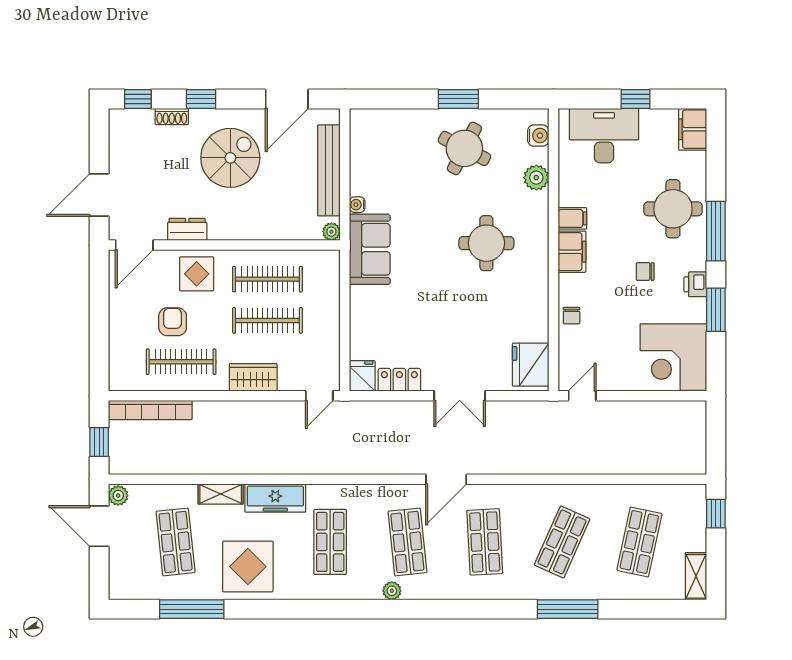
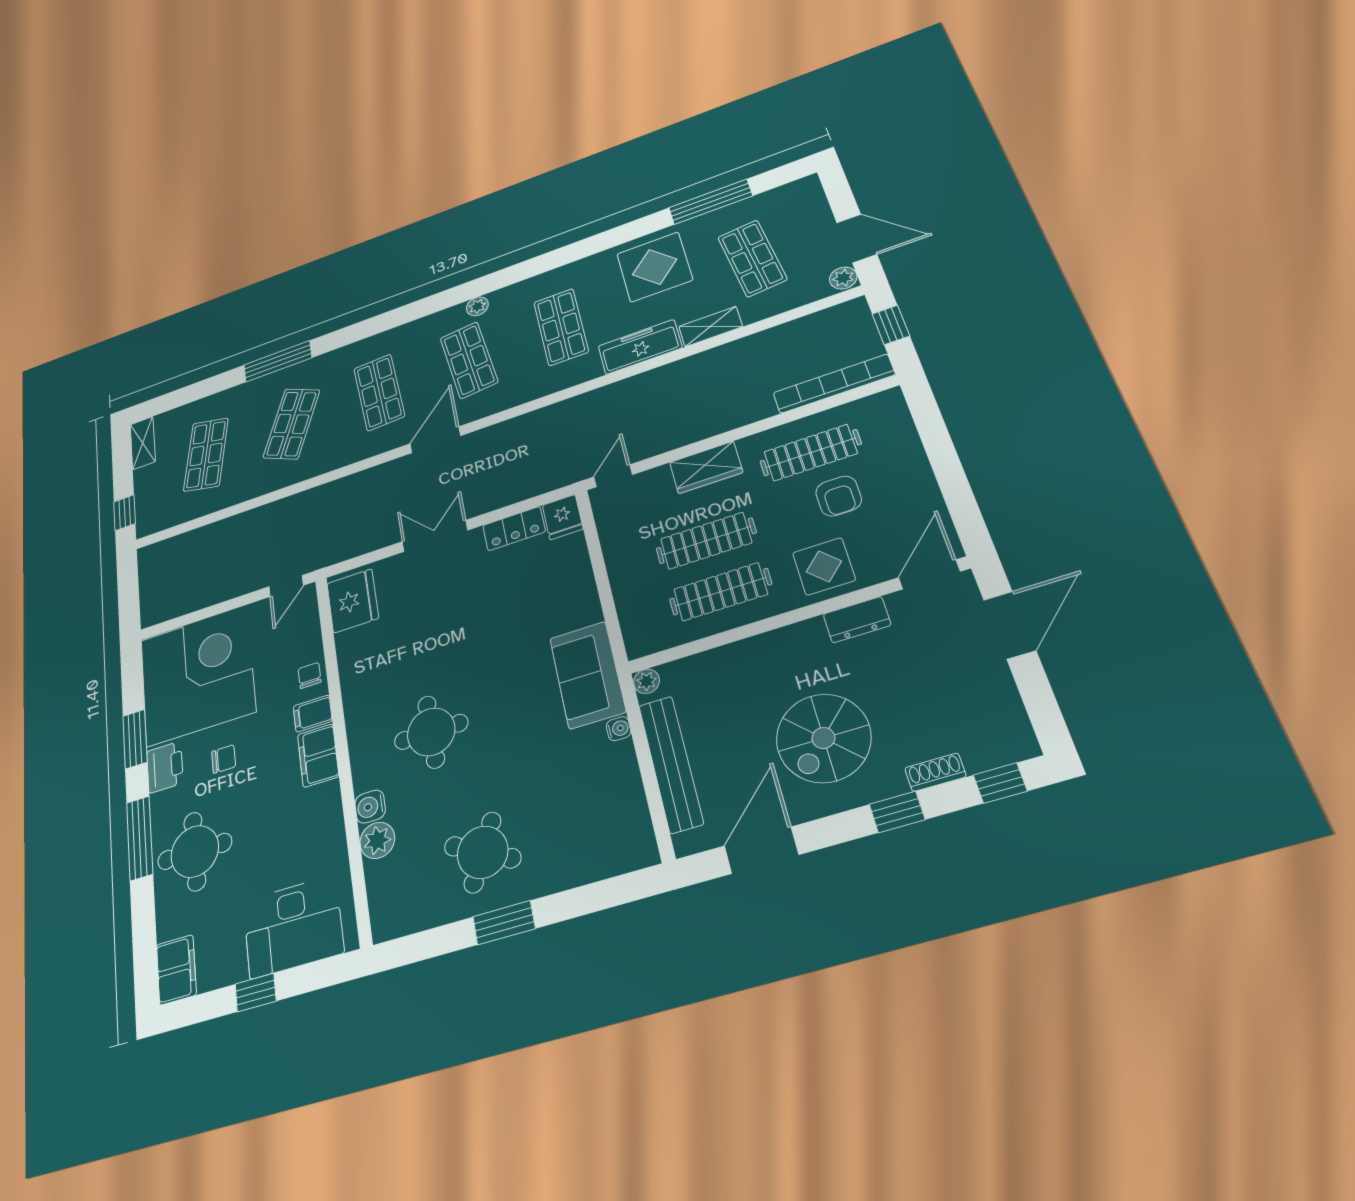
water cooler: (538, 136) -> (370, 807), moved
filing cabinet: (572, 218) -> (313, 714), moved
printer: (695, 284) -> (165, 767), width x1.36, depth x1.24
corner desk: (673, 357) -> (197, 676), width x1.36, depth x1.36

